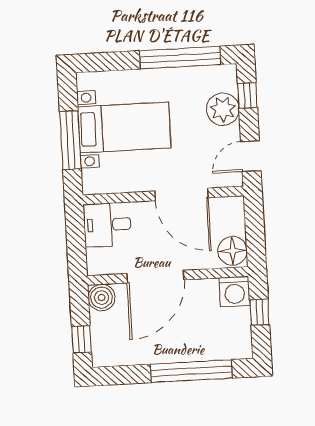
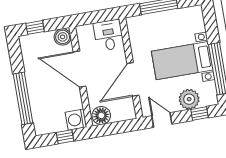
bed with nightstands: (124, 127) -> (182, 61), moved, turned 90

